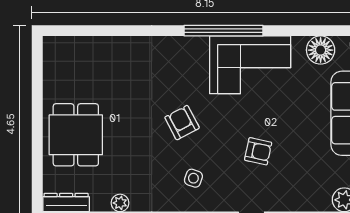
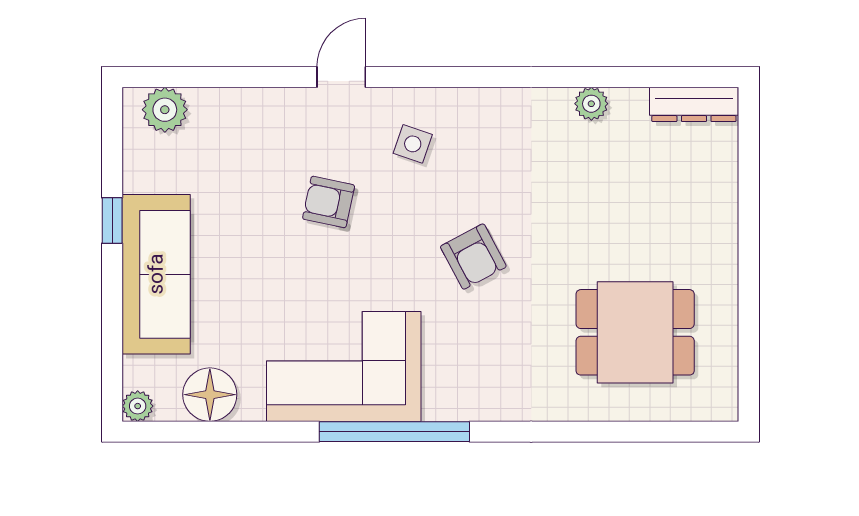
dining table: (76, 135) -> (635, 332), moved, turned 90
side table: (193, 178) -> (413, 144), moved

